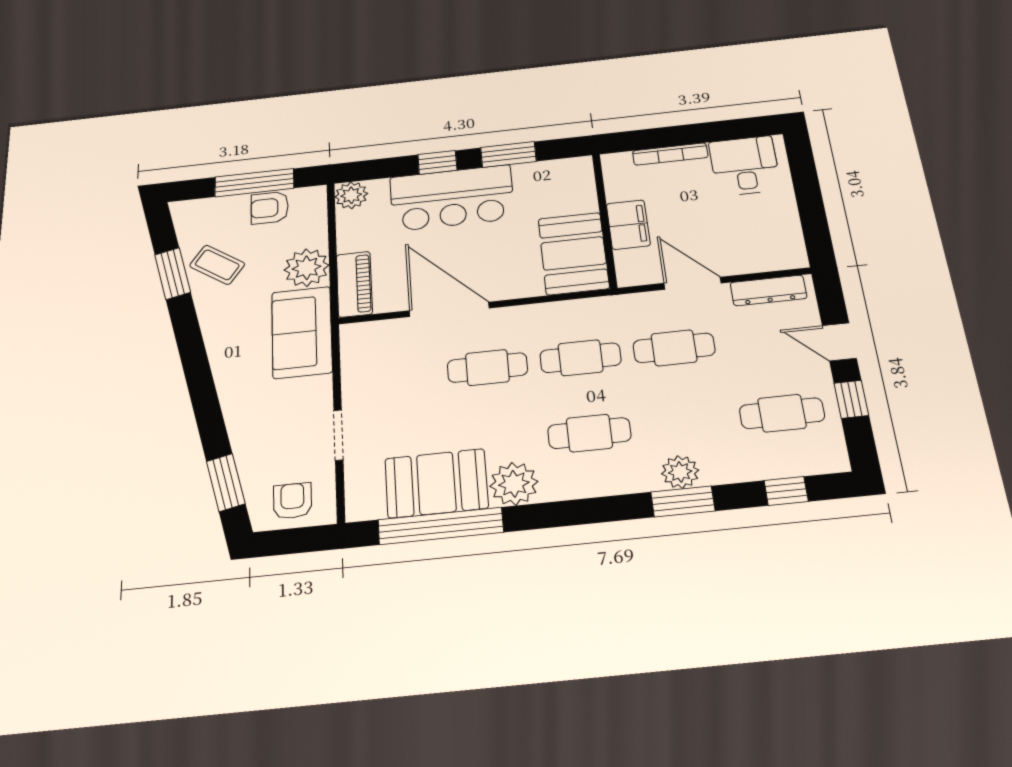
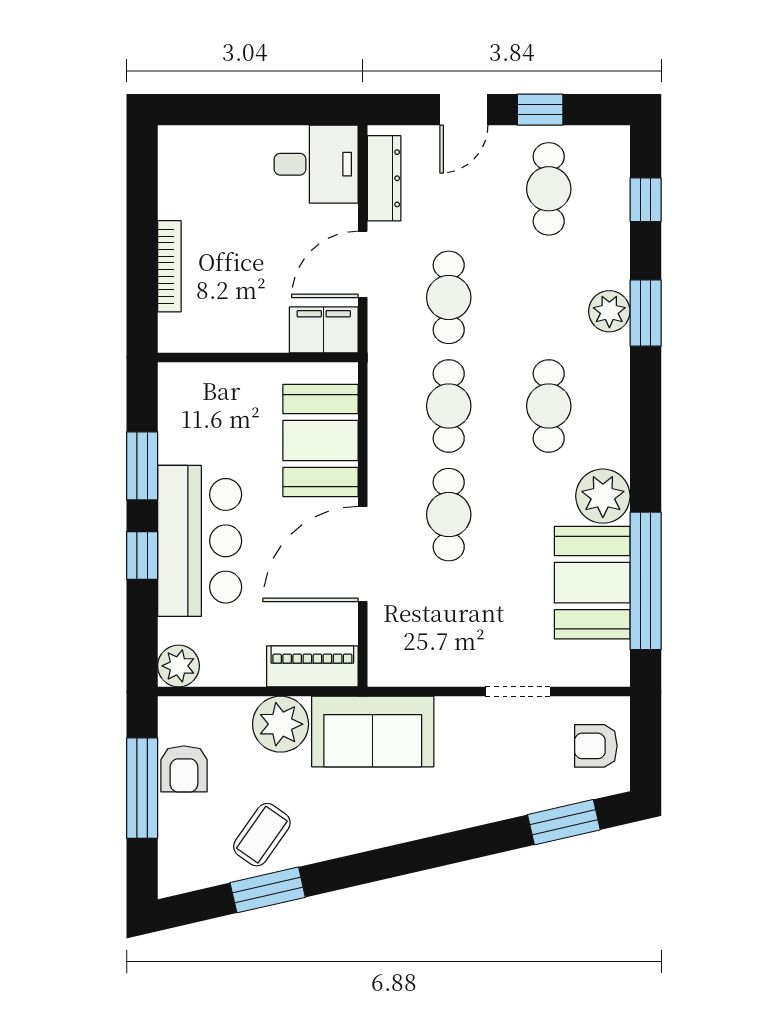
desk: (745, 166) -> (316, 164), moved, turned 180
filing cabinet: (628, 225) -> (324, 330), moved
booth: (573, 253) -> (321, 441), moved, turned 90

